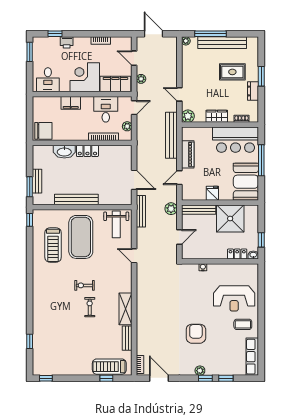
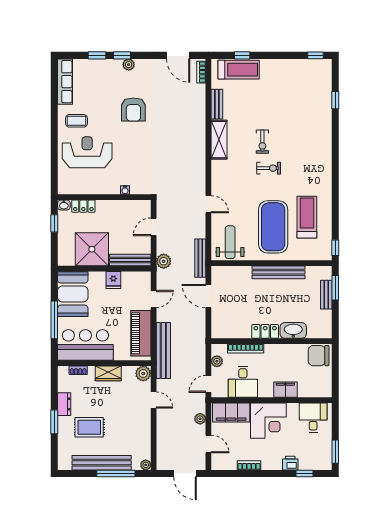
piano: (188, 154) -> (141, 333), width x1.37, depth x1.33

